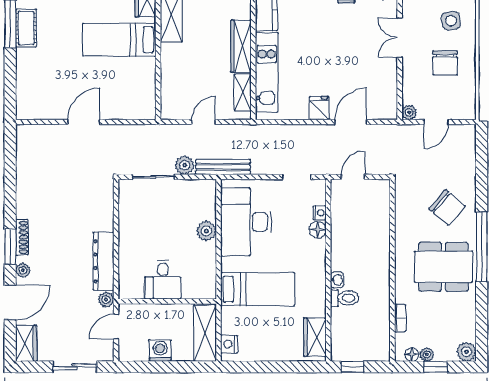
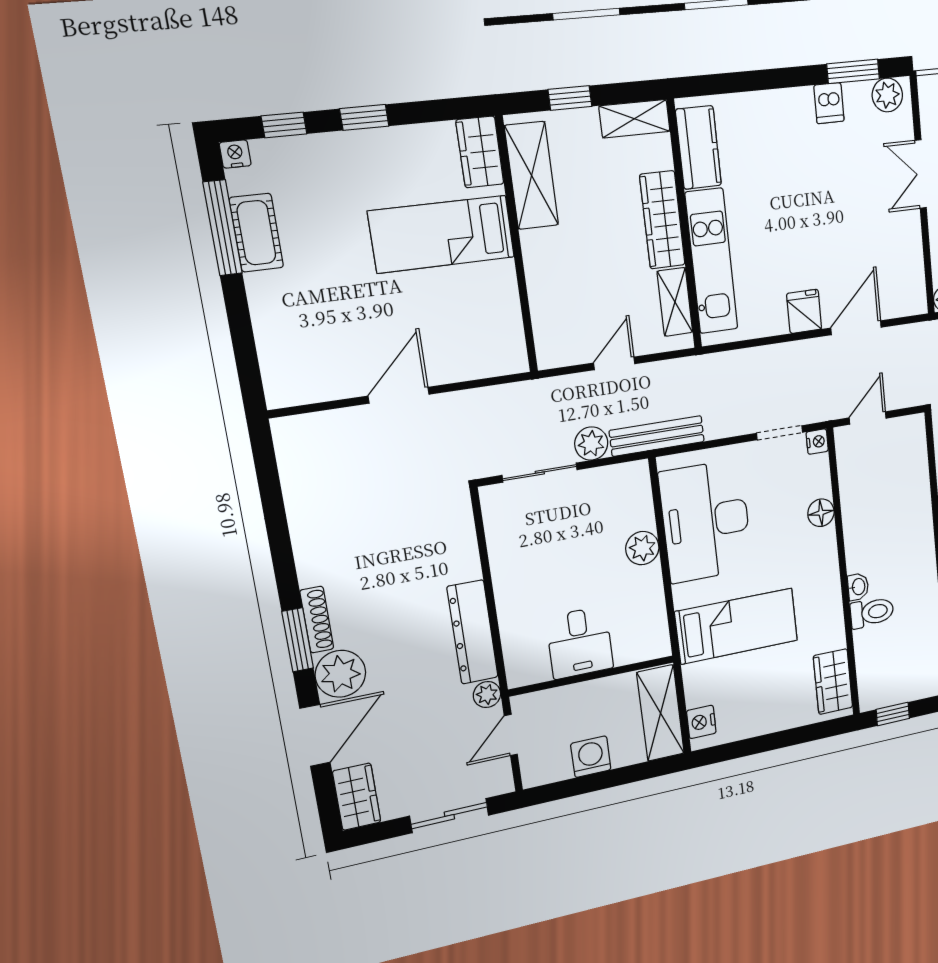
nightstand: (320, 213) -> (817, 442), moved
plant: (23, 270) -> (340, 674), width x1.88, depth x1.88

